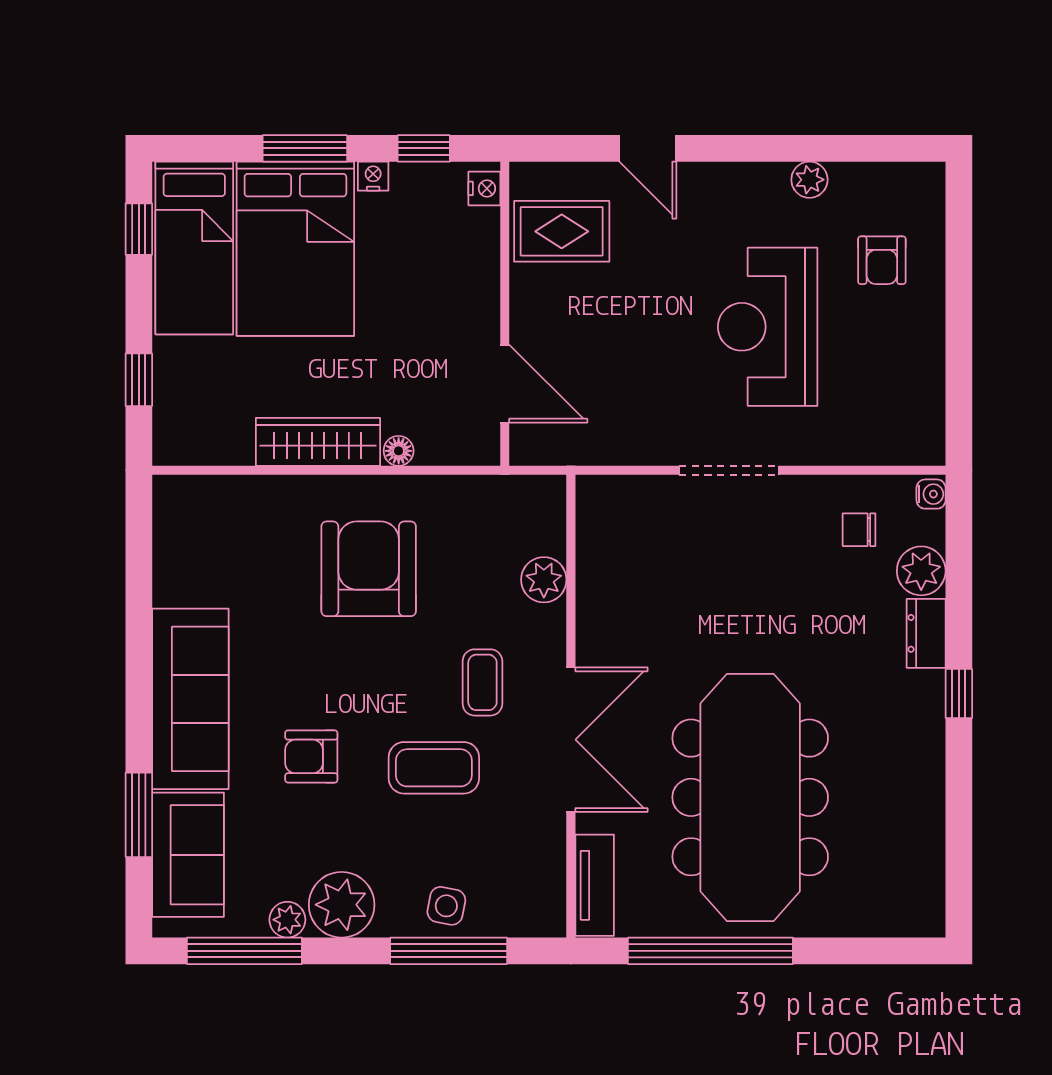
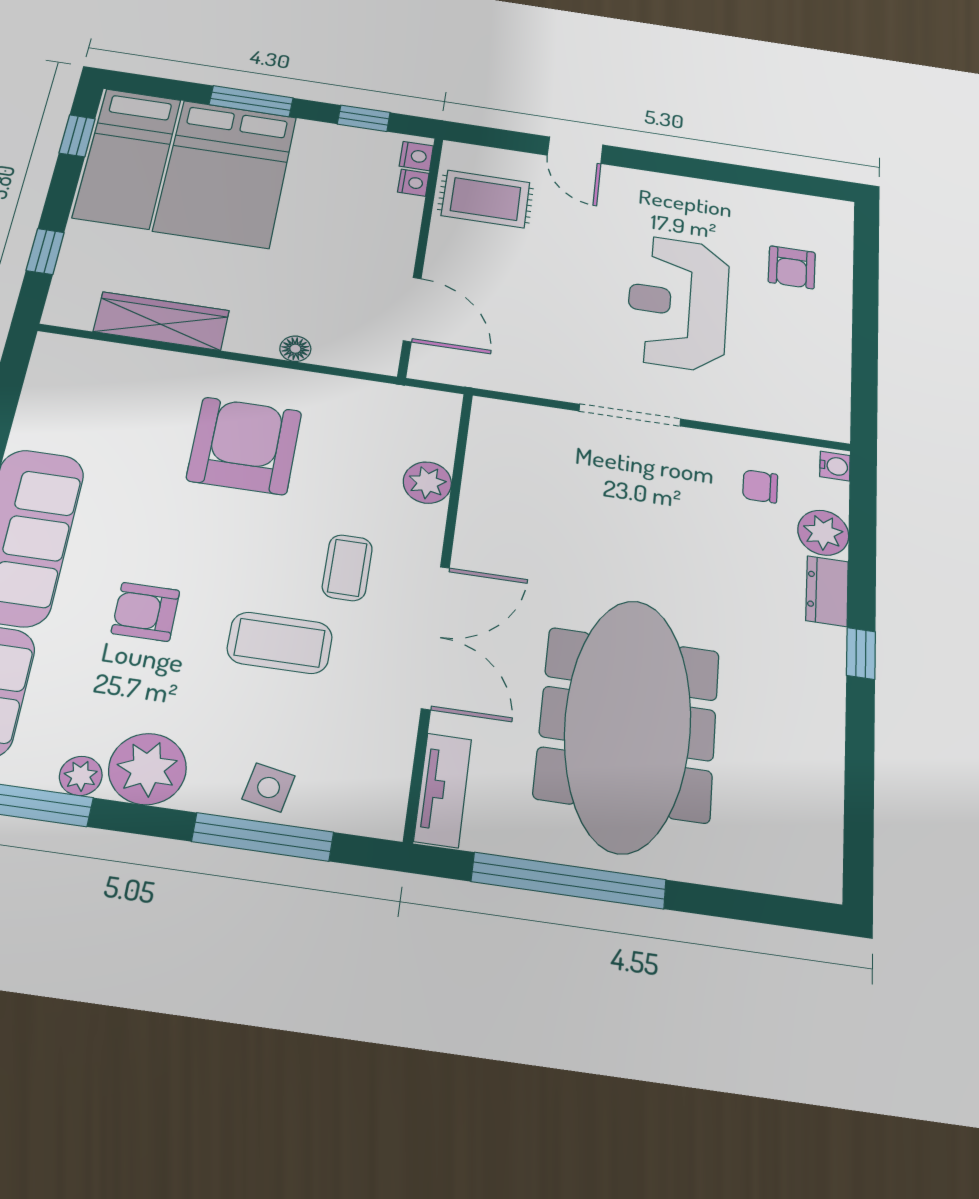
nightstand: (373, 176) -> (413, 183), moved, turned 90
plant: (809, 180) -> (726, 196), removed
wardrobe: (318, 442) -> (161, 321), moved

